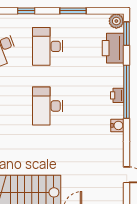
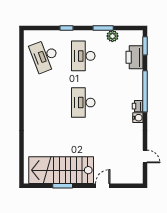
plant: (116, 21) -> (112, 36), moved
printer: (117, 95) -> (138, 106), moved

